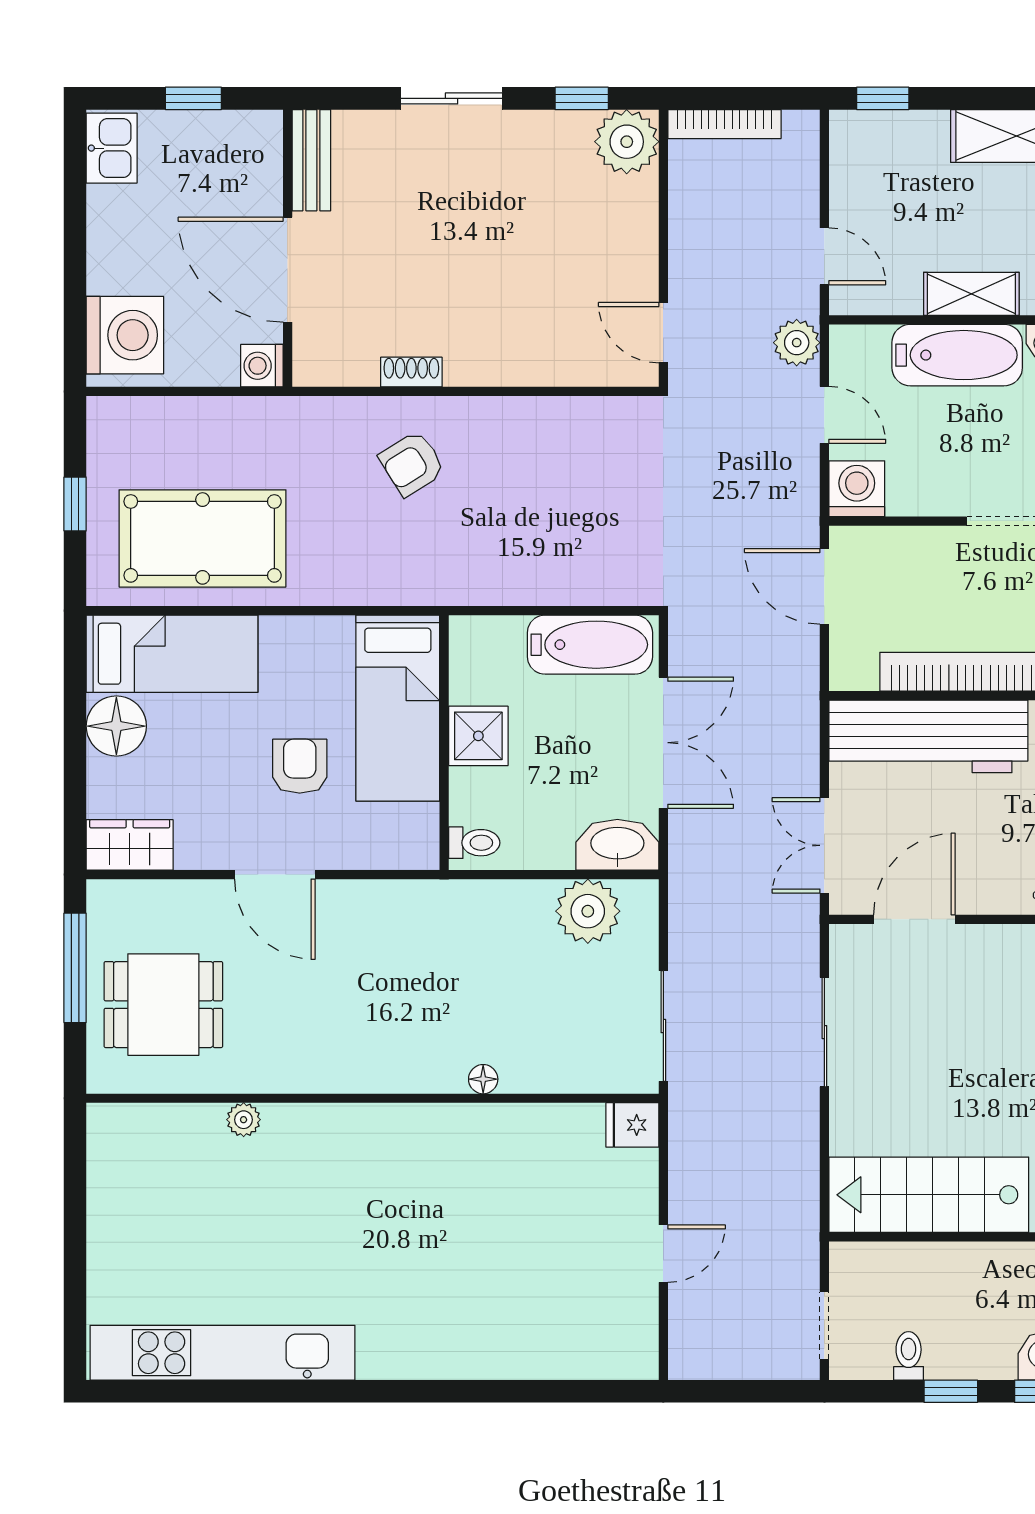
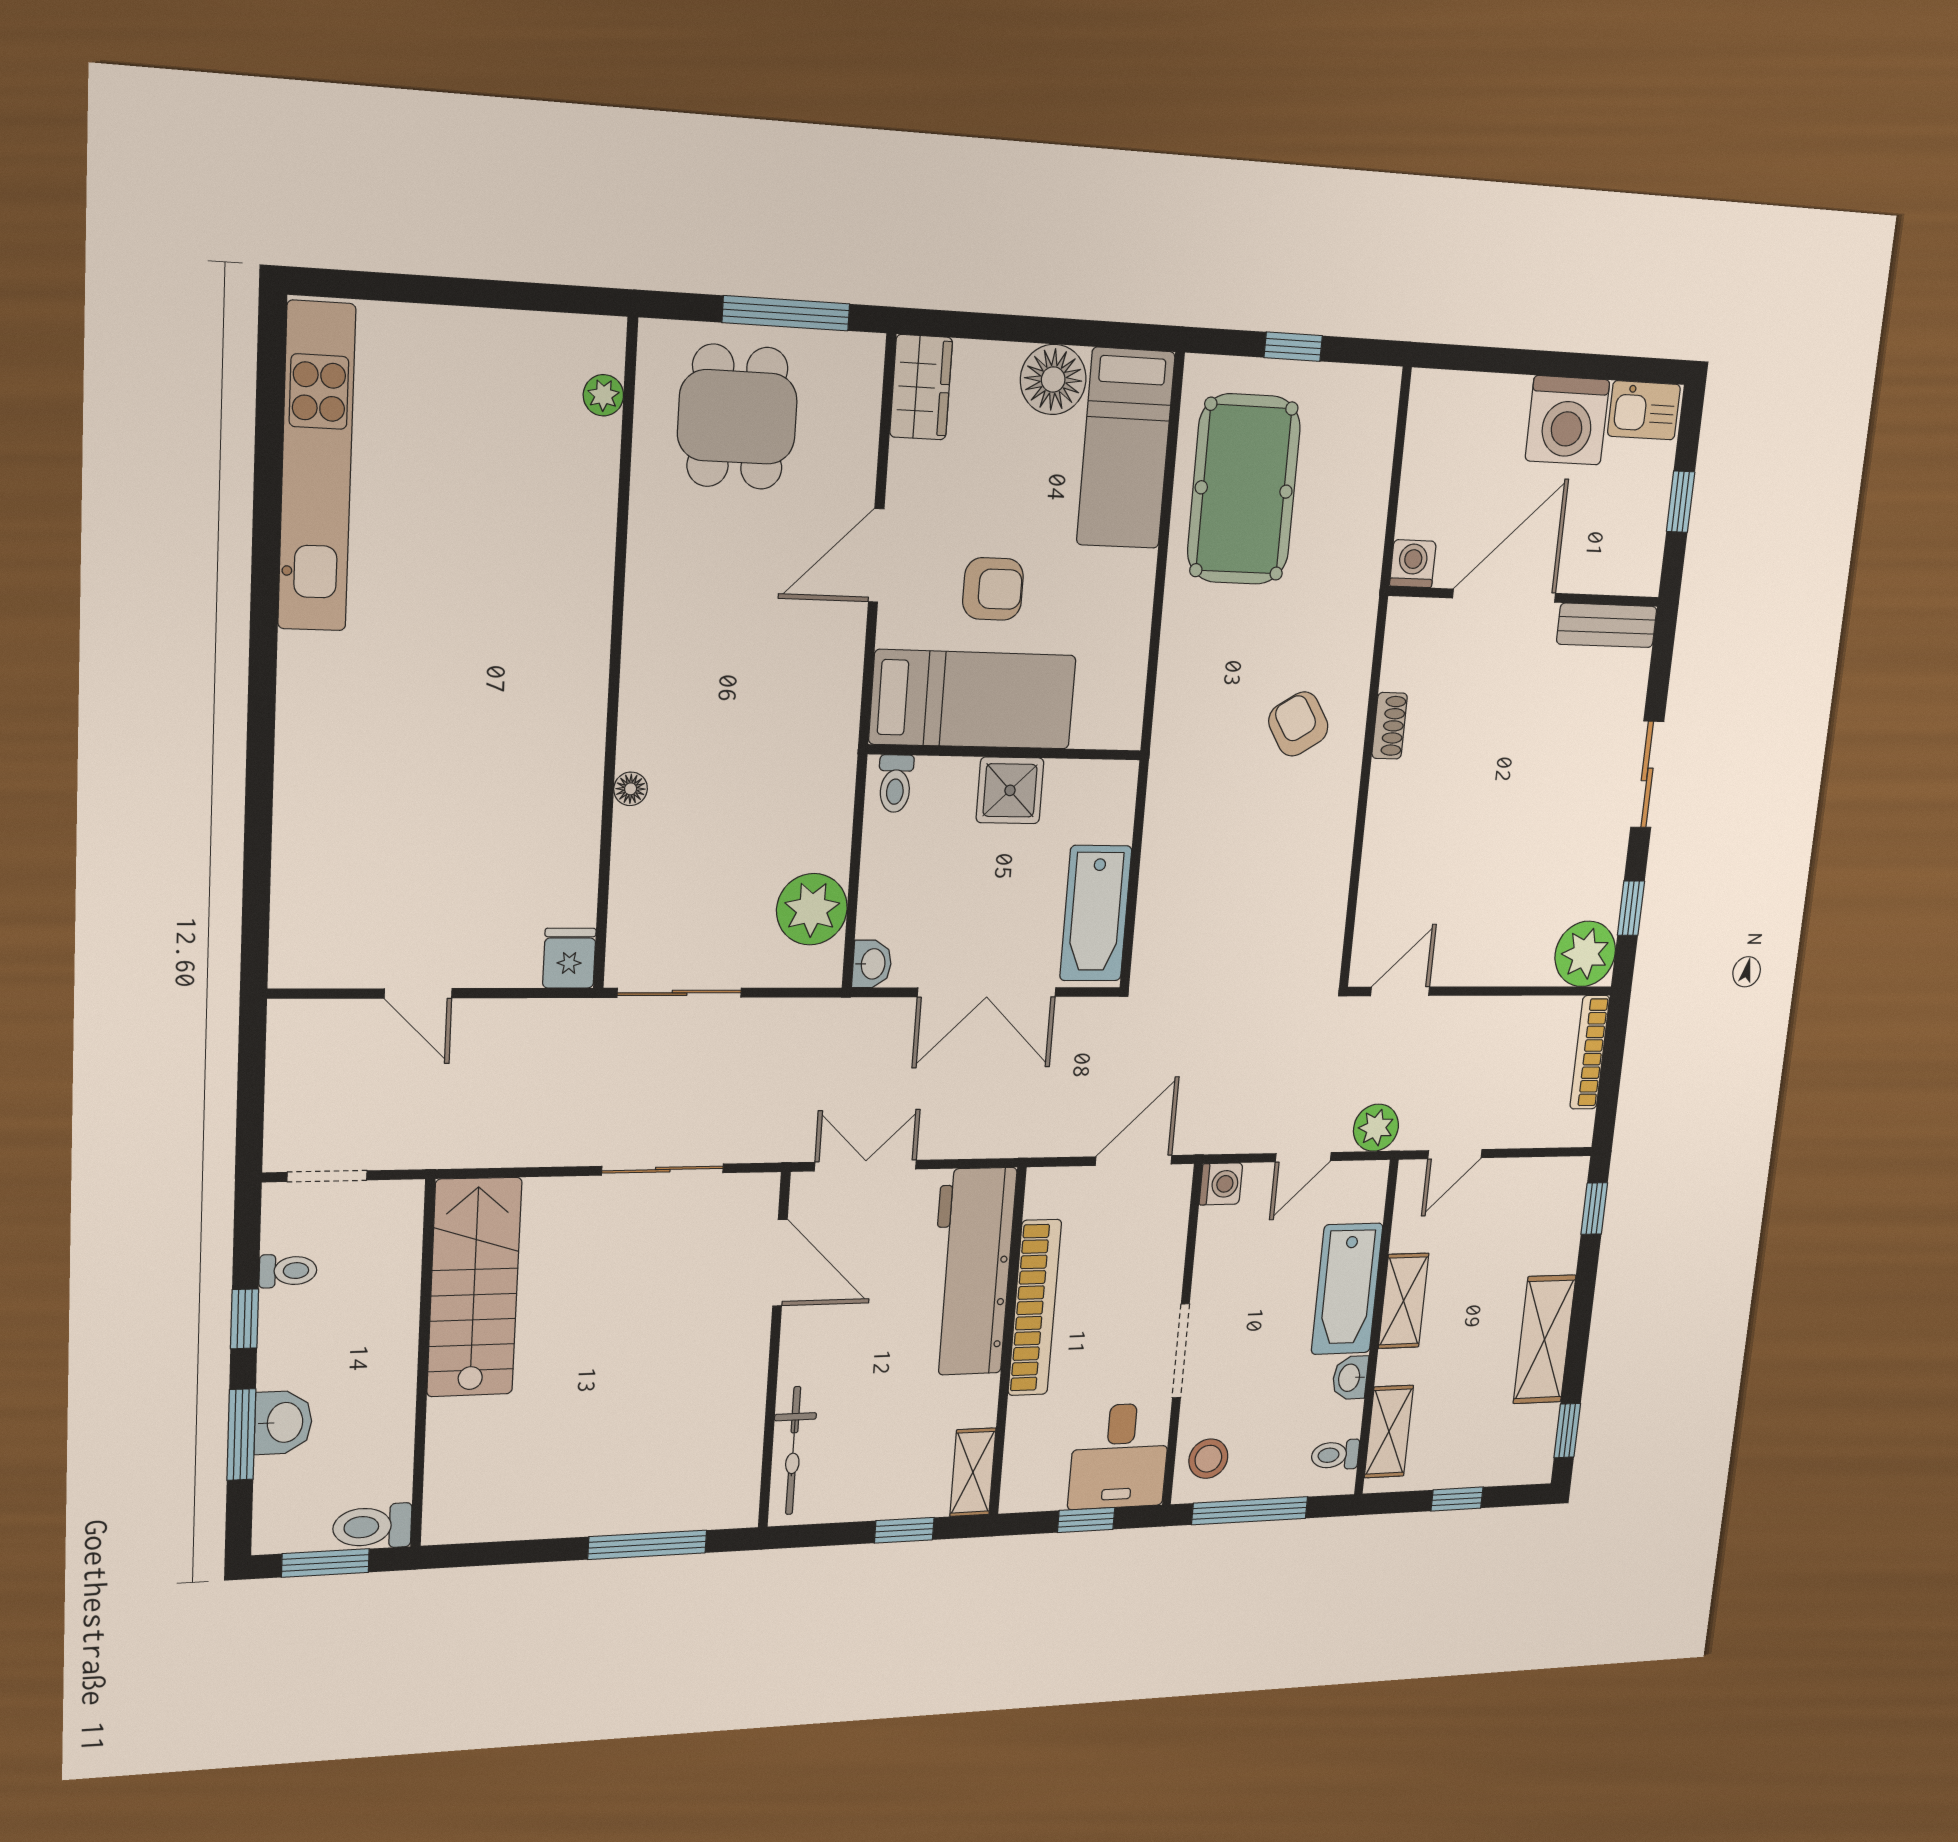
washing machine: (125, 335) -> (1567, 420), moved
washing machine: (857, 489) -> (1221, 1184), width x0.73, depth x0.73
bed: (398, 708) -> (973, 700), moved, turned 180
washbasin: (617, 845) -> (872, 964), width x0.52, depth x0.69
plant: (244, 1120) -> (603, 395), moved

